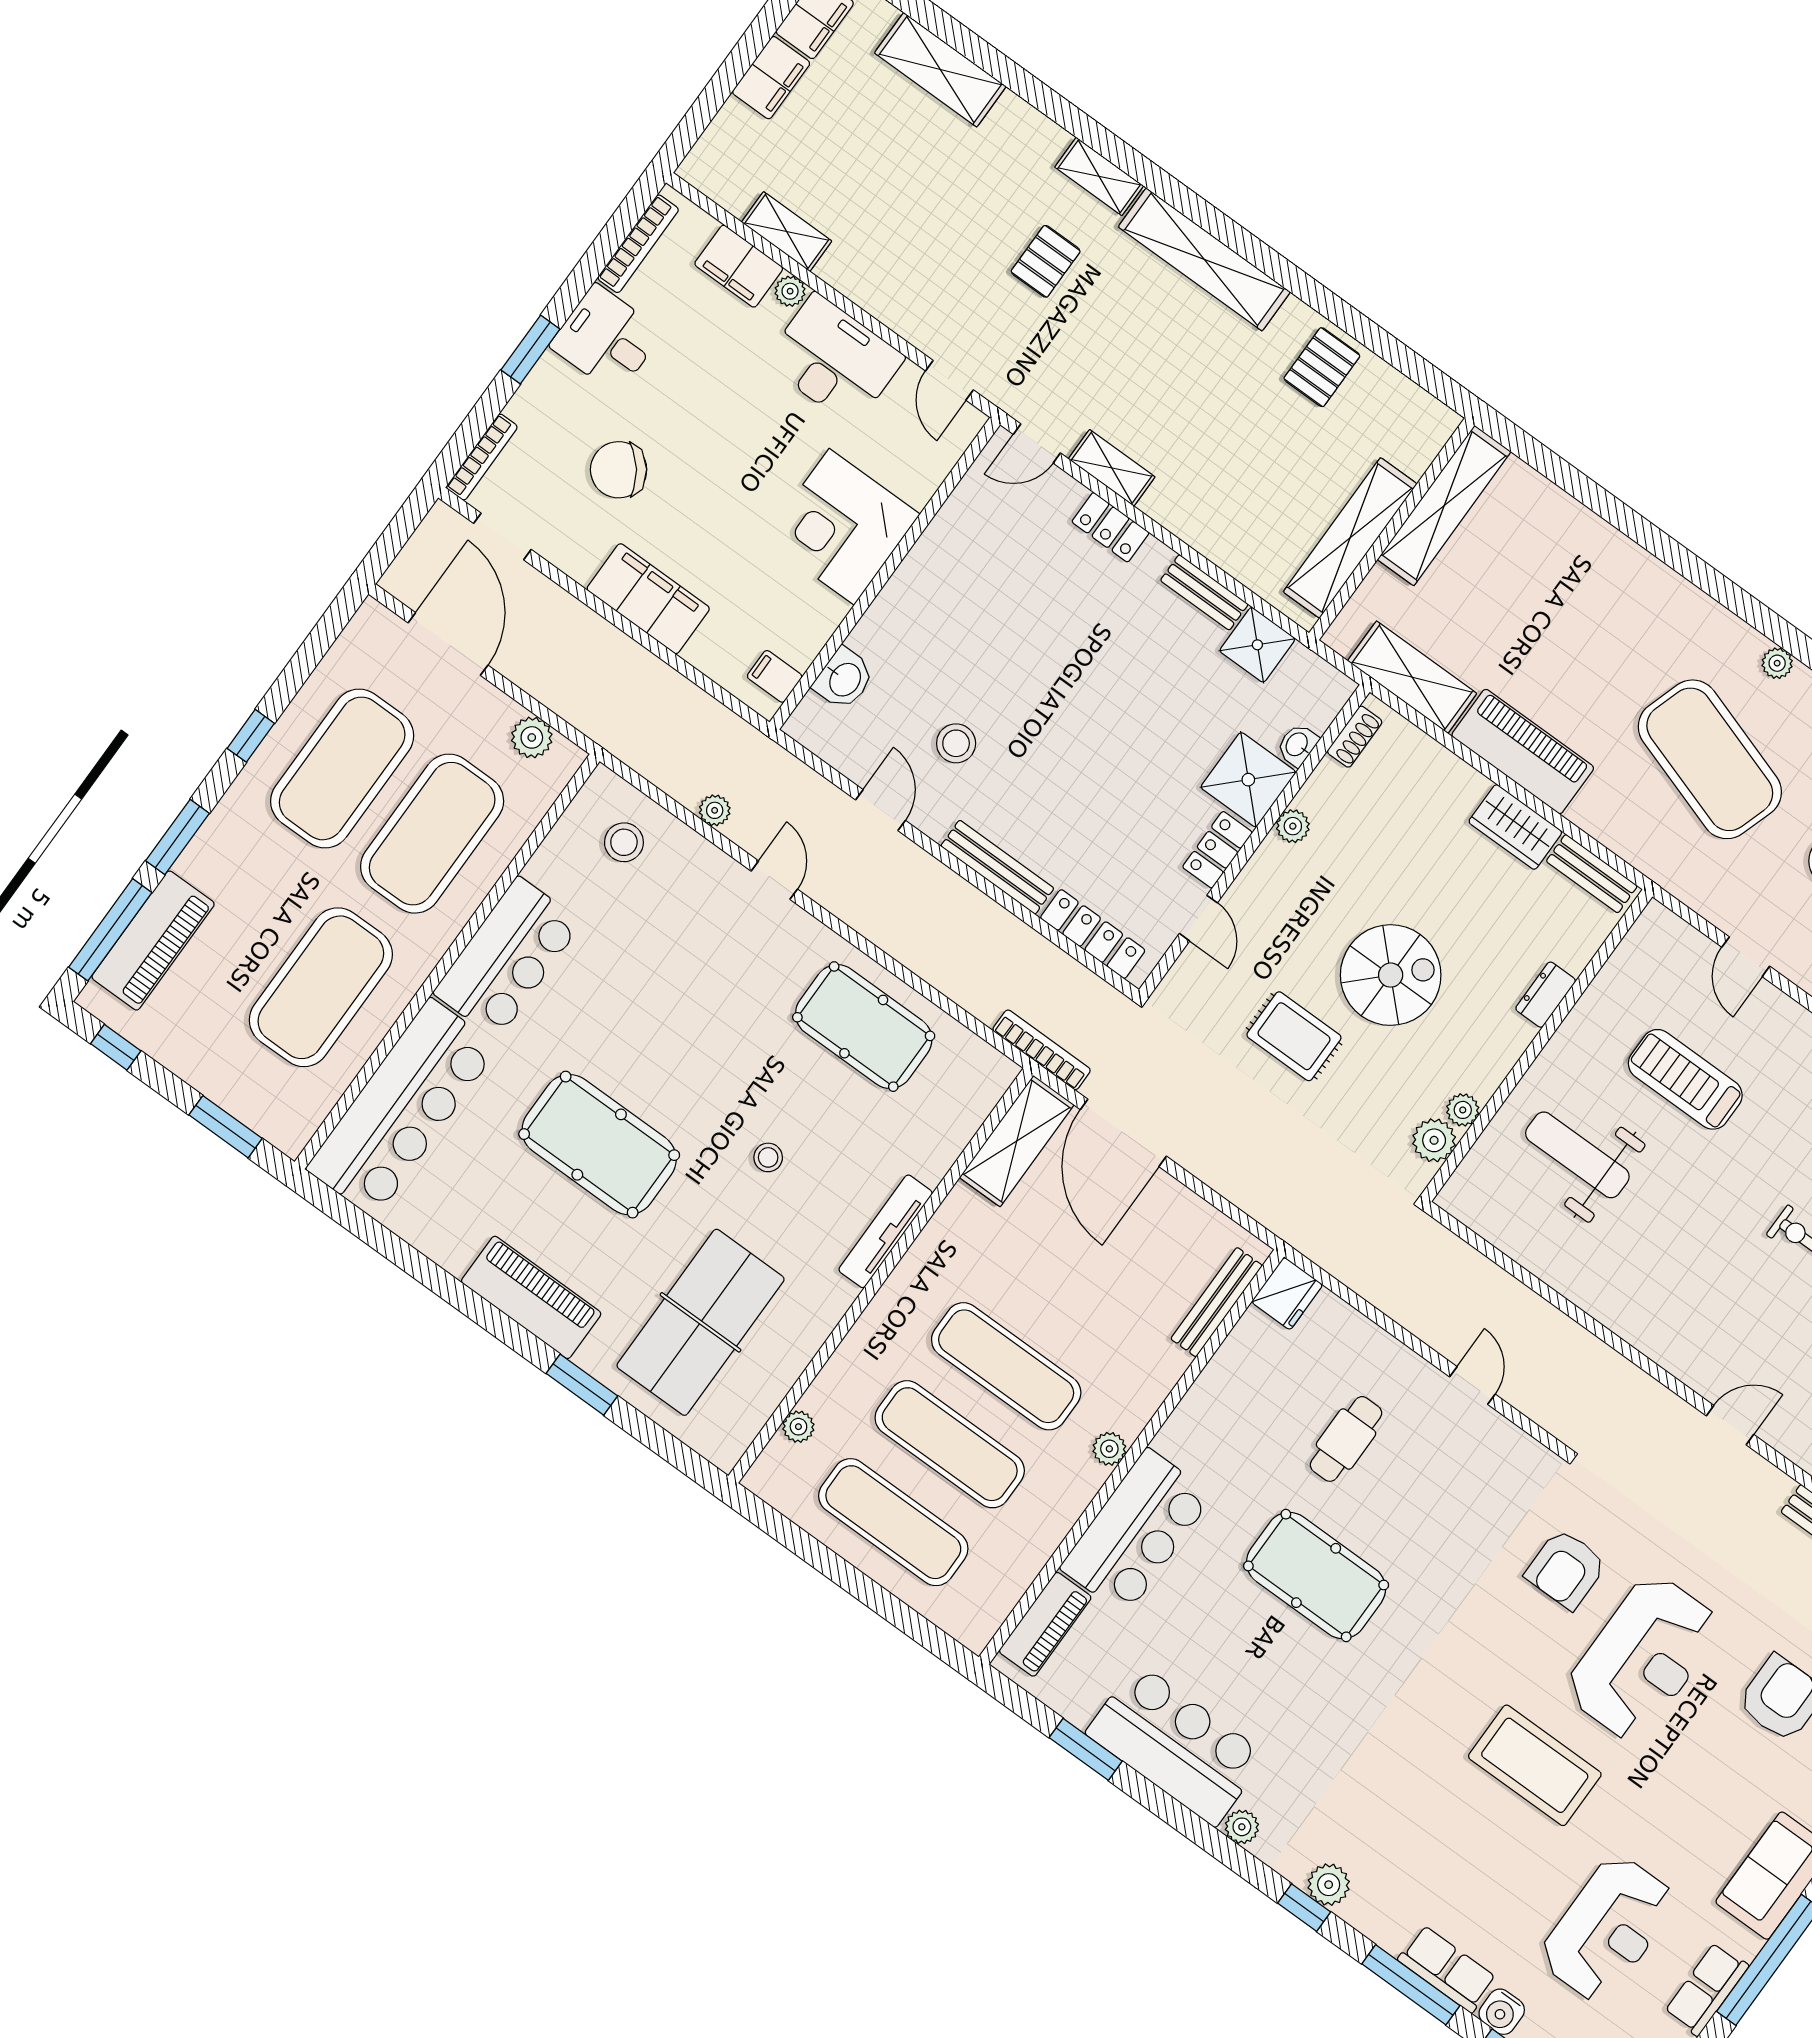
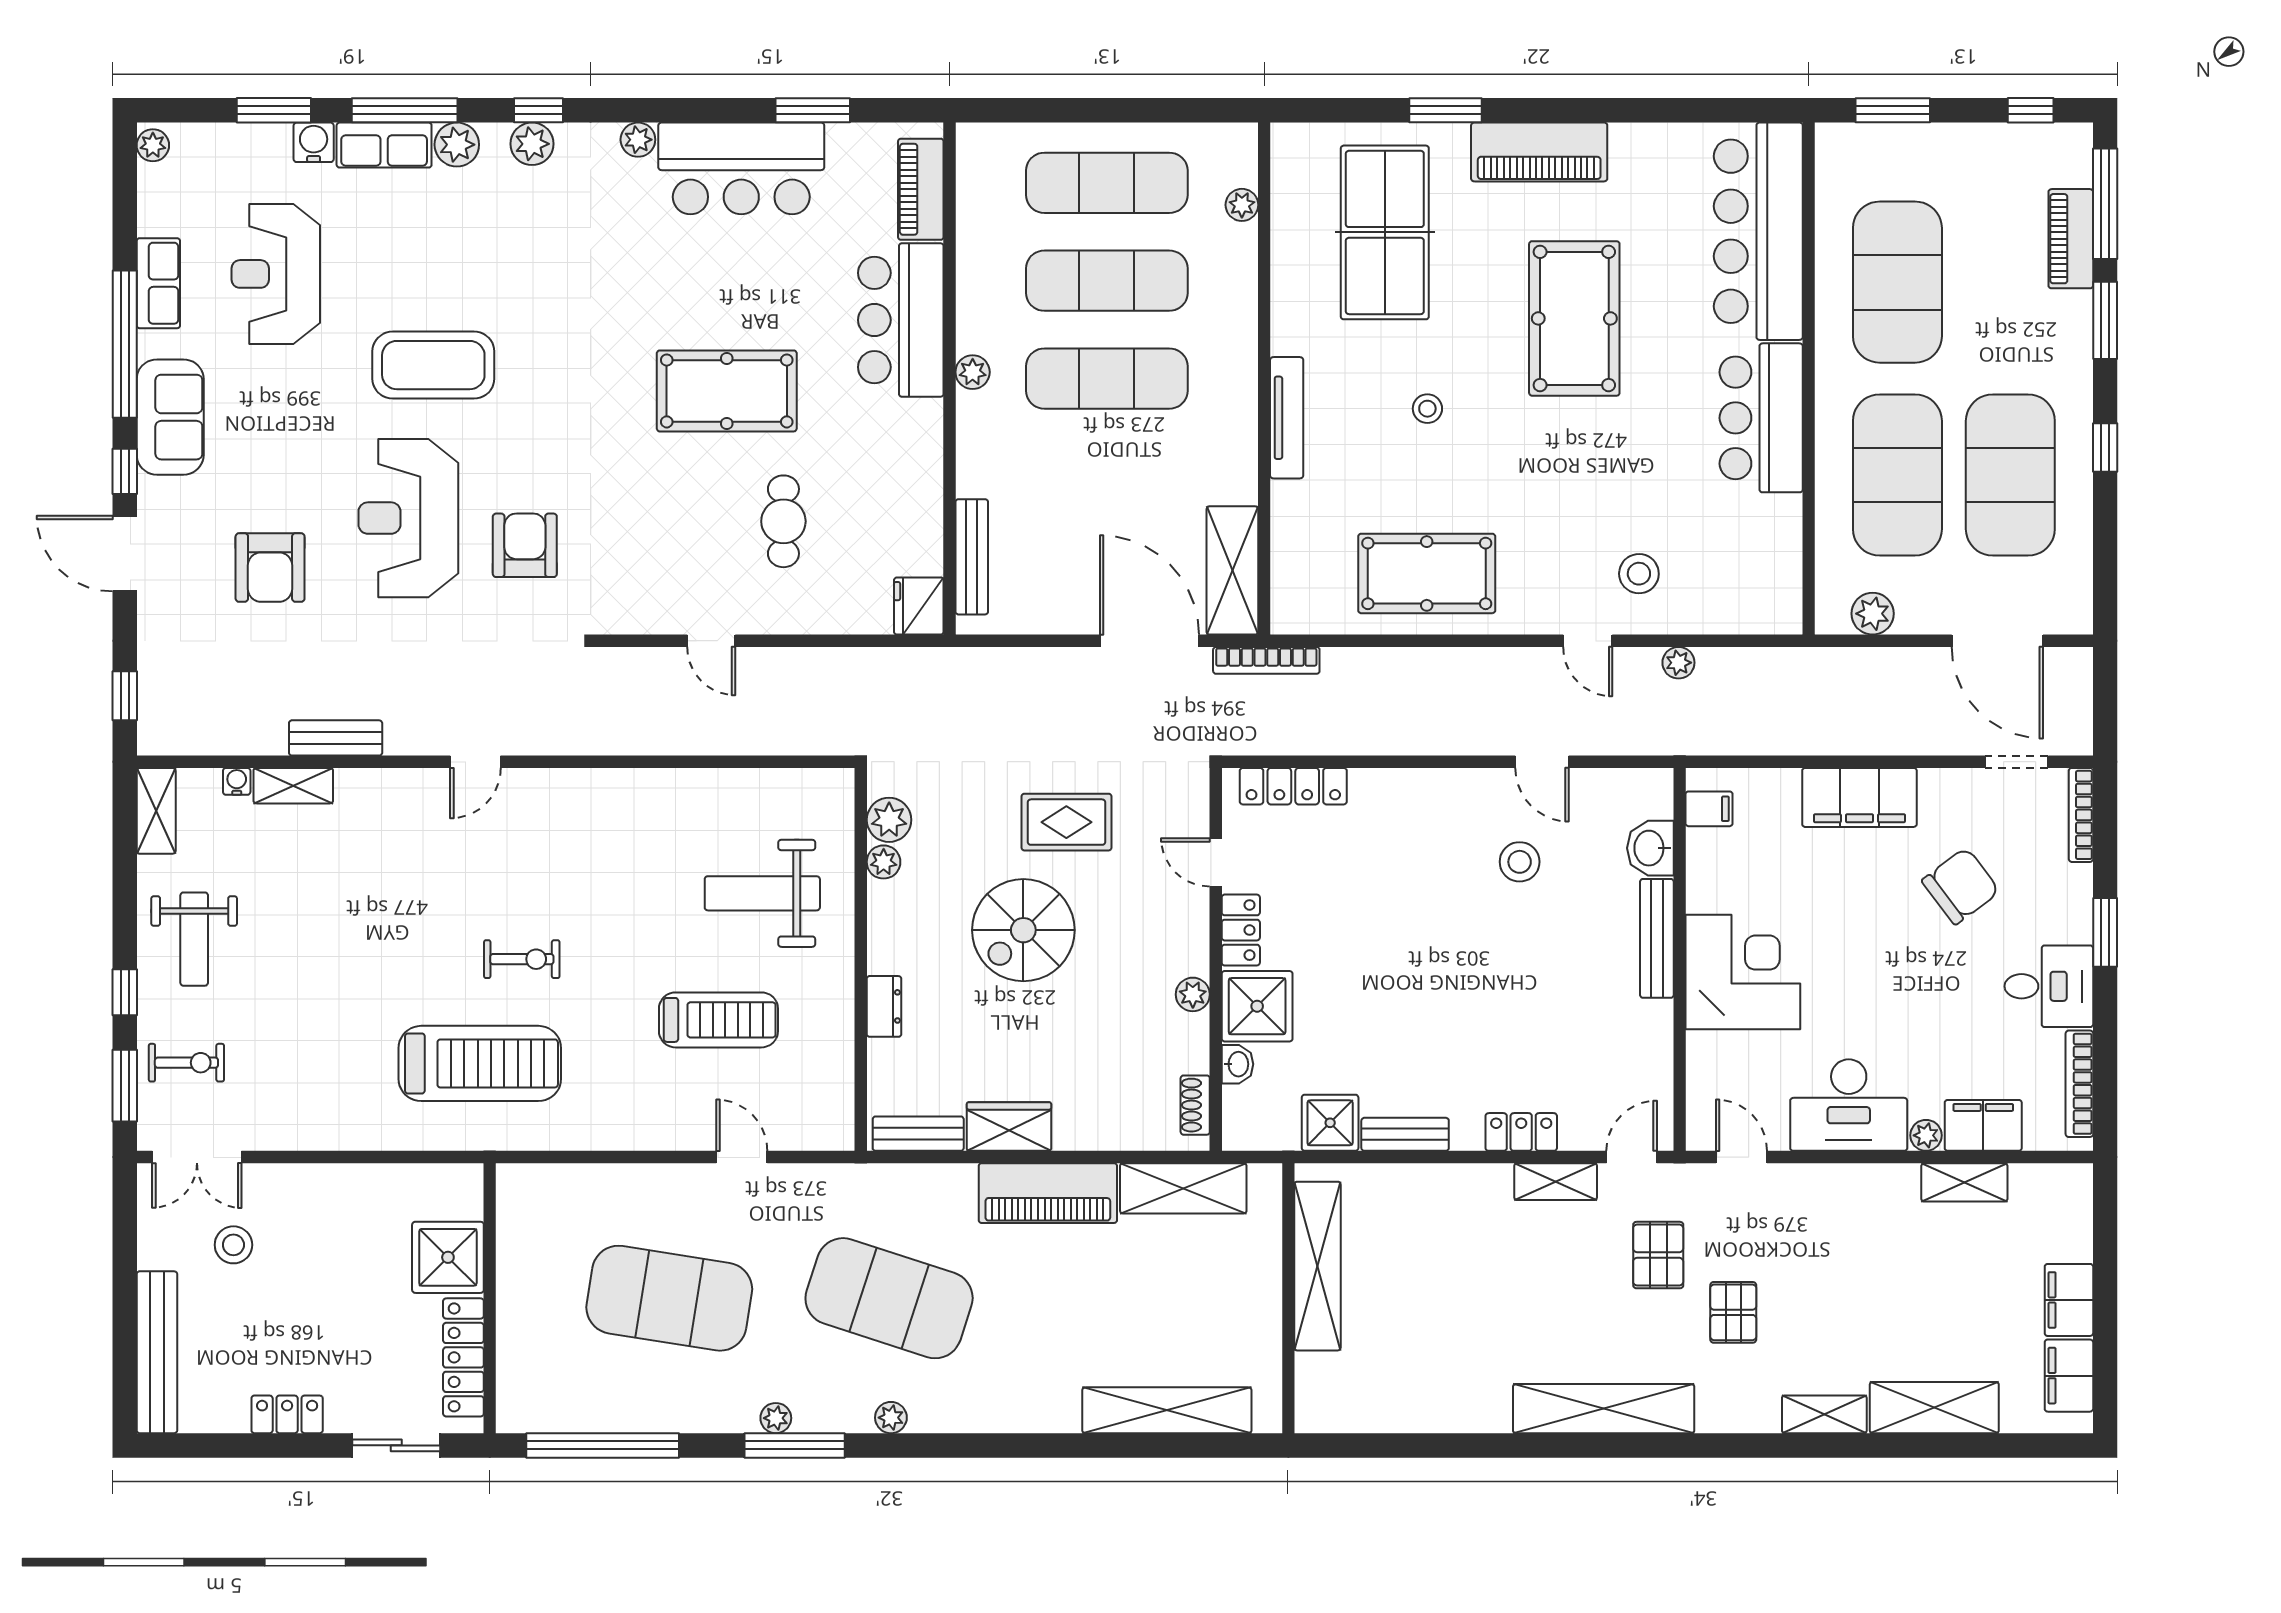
shelving: (1099, 176) -> (1824, 1414), moved
pallet: (1322, 367) -> (1658, 1255), moved
shelving: (1444, 506) -> (1167, 1410), moved, turned 90
stool: (624, 842) -> (1639, 574), moved
bench: (997, 867) -> (1657, 938), moved, turned 90
piano: (153, 941) -> (2071, 239), width x0.73, depth x0.75
pool table: (599, 1145) -> (1574, 318), turned 90
weight bench: (1577, 1155) -> (762, 893), turned 180
plant: (1389, 1927) -> (457, 145), added

